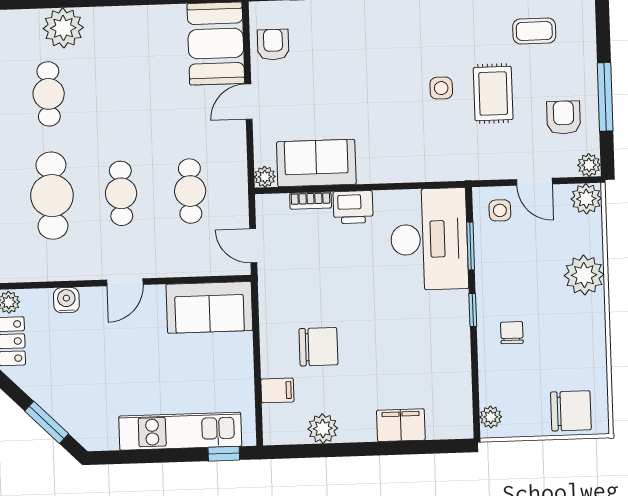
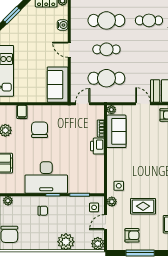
side table: (441, 88) -> (119, 186), moved
plant: (589, 165) -> (112, 202), moved
cafe table: (190, 191) -> (106, 78), width x1.37, depth x1.35
desk: (429, 239) -> (46, 177), moved
chair: (318, 347) -> (40, 130), turned 180

